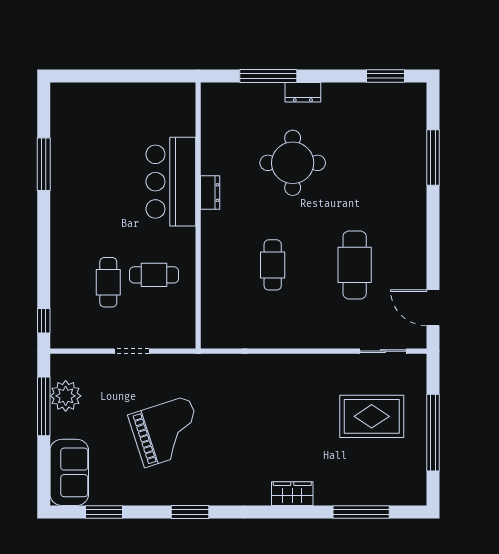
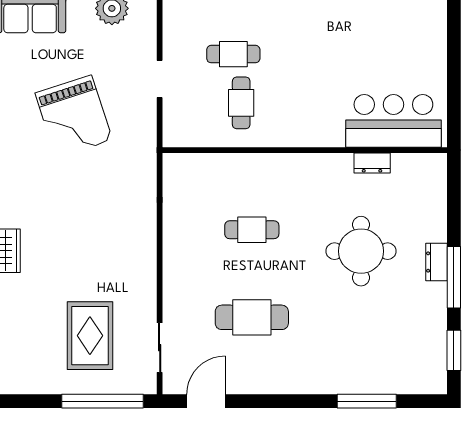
window: (268, 76) -> (454, 277), moved
bar counter: (171, 182) -> (393, 121), moved
dresser: (210, 193) -> (372, 163), moved
window: (433, 433) -> (103, 401), moved

